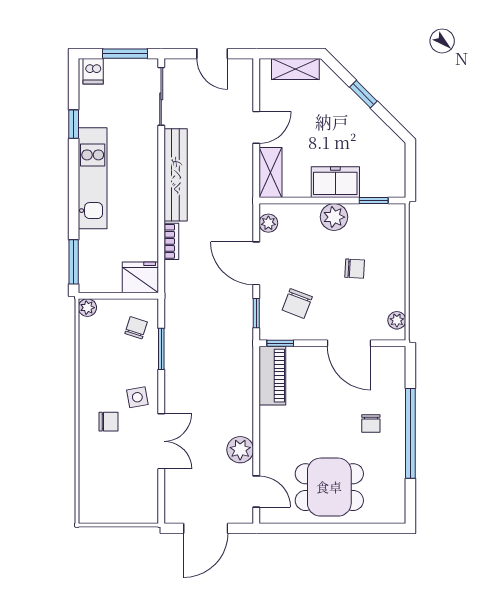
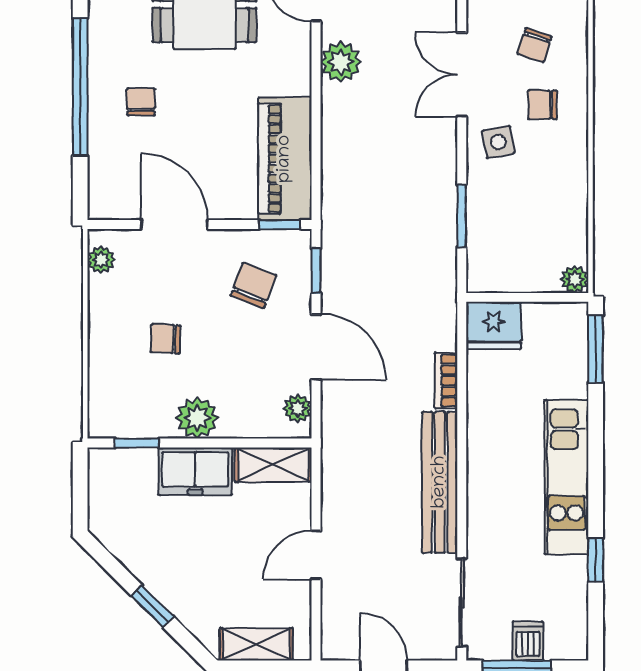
dishwasher: (93, 71) -> (528, 641), moved
shelving: (271, 173) -> (273, 465), moved, turned 90
chair: (136, 328) -> (535, 45), moved
piano: (272, 376) -> (285, 159), width x1.37, depth x1.33

